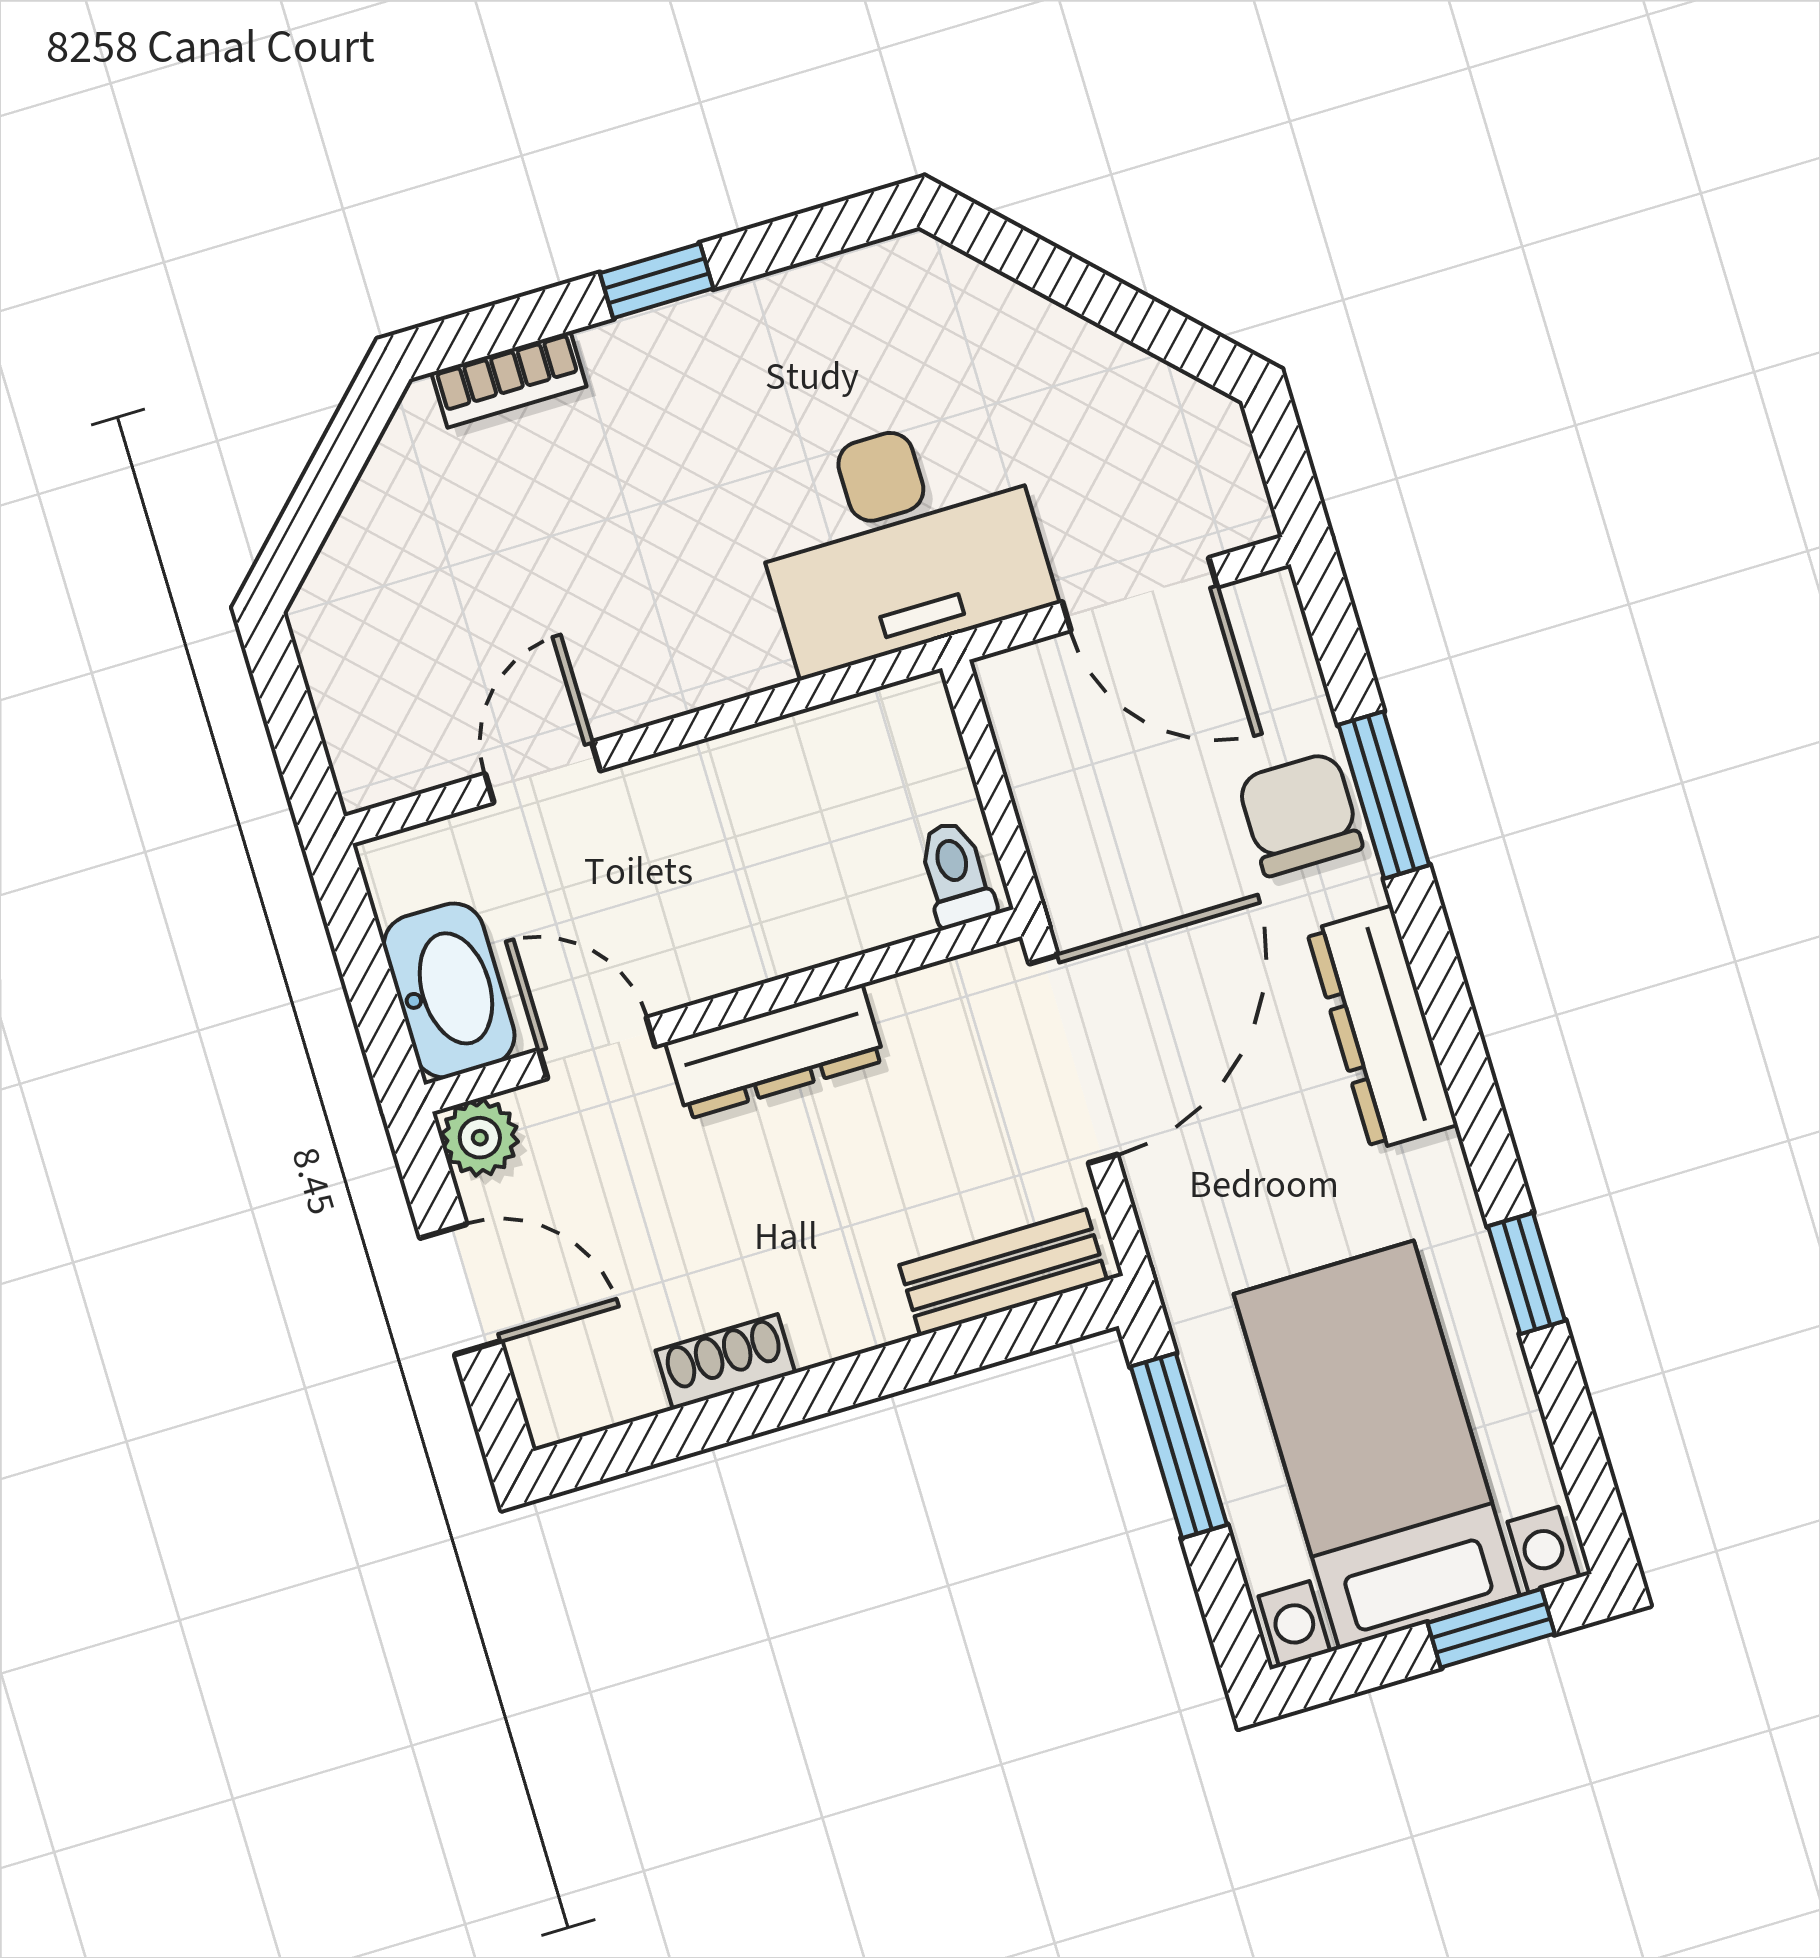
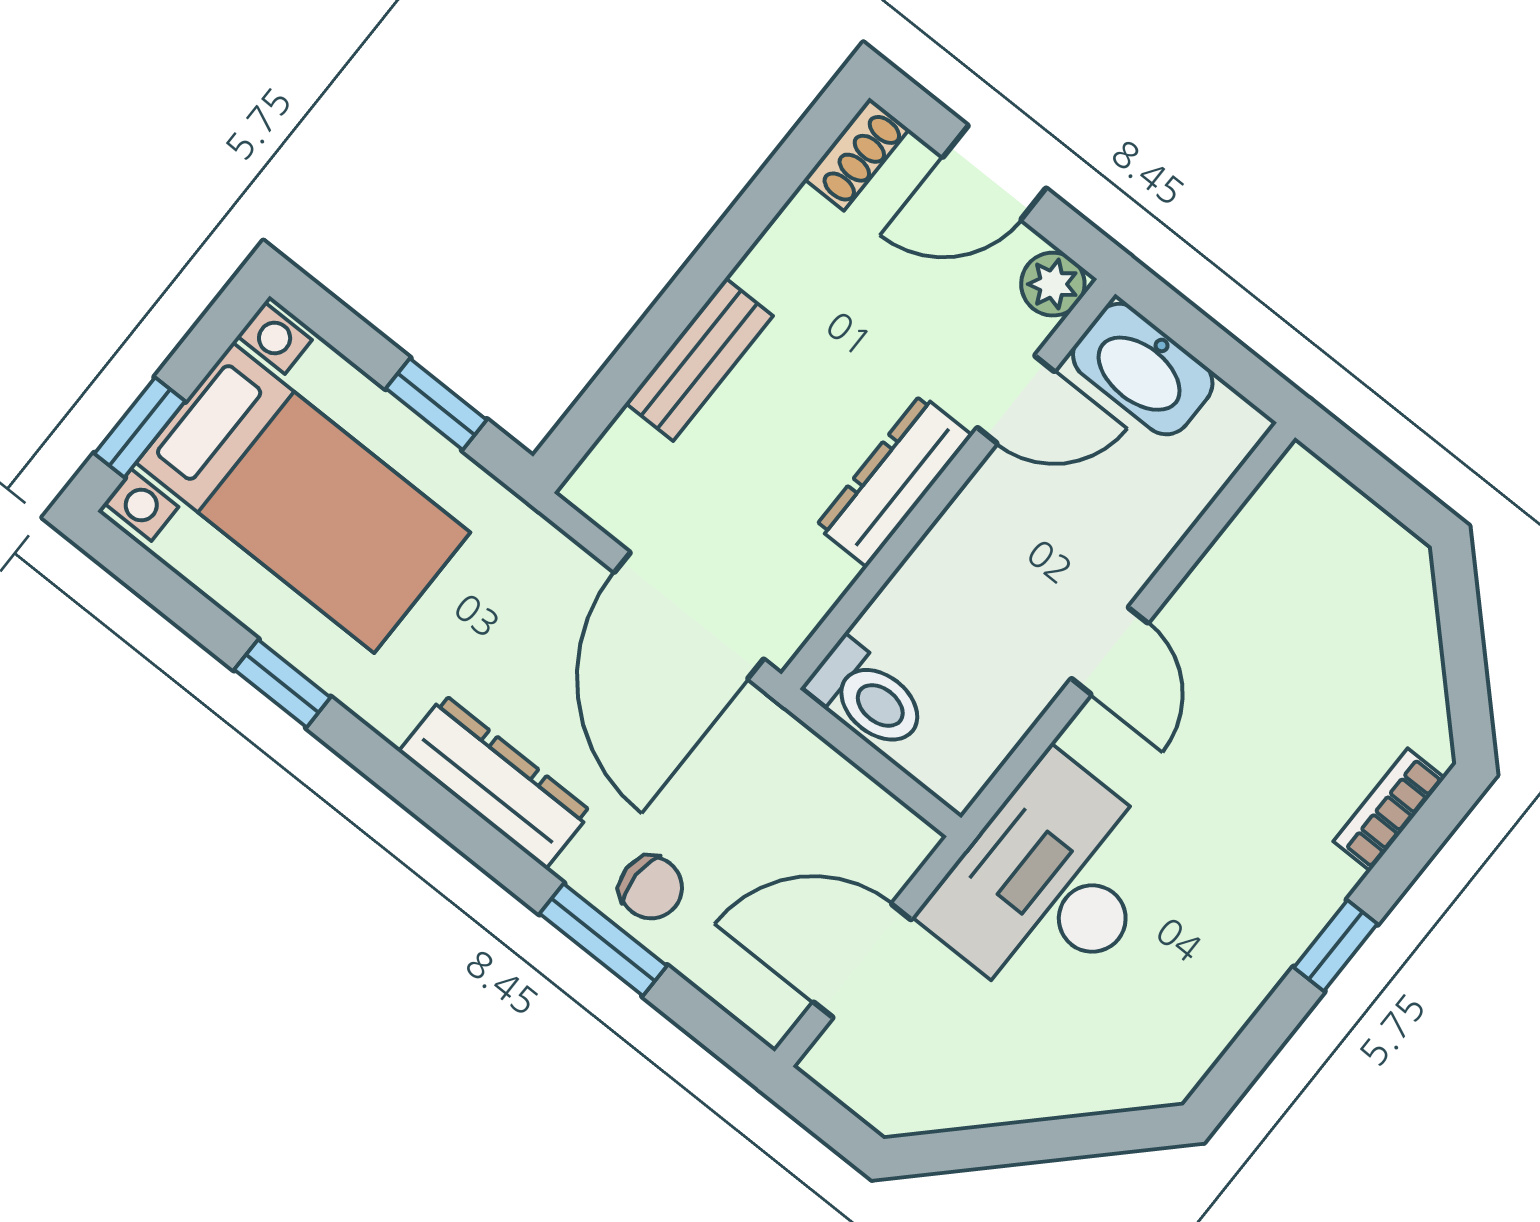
door: (543, 772) -> (1110, 651), moved
chair: (1300, 814) -> (651, 888), width x0.73, depth x0.73
toilet: (956, 874) -> (868, 695), width x1.37, depth x1.39
bench: (1003, 1273) -> (699, 360), moved
shoe rack: (725, 1362) -> (857, 154), moved
window: (1179, 1446) -> (436, 404), width x0.67

